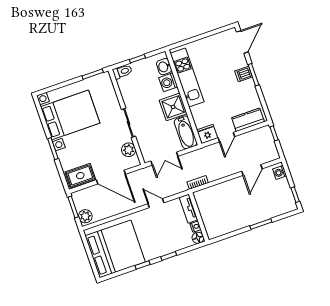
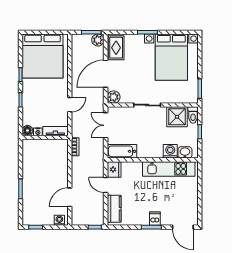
shower: (173, 107) -> (177, 117), moved
plant: (129, 150) -> (114, 97), moved
door: (252, 170) -> (70, 197), hinge flipped
plant: (85, 216) -> (98, 40), moved

